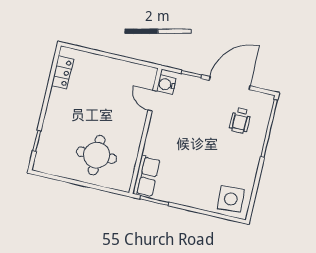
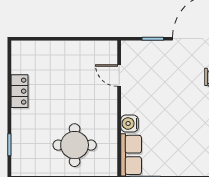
locker: (62, 72) -> (19, 91), moved
water cooler: (166, 85) -> (129, 123), moved

